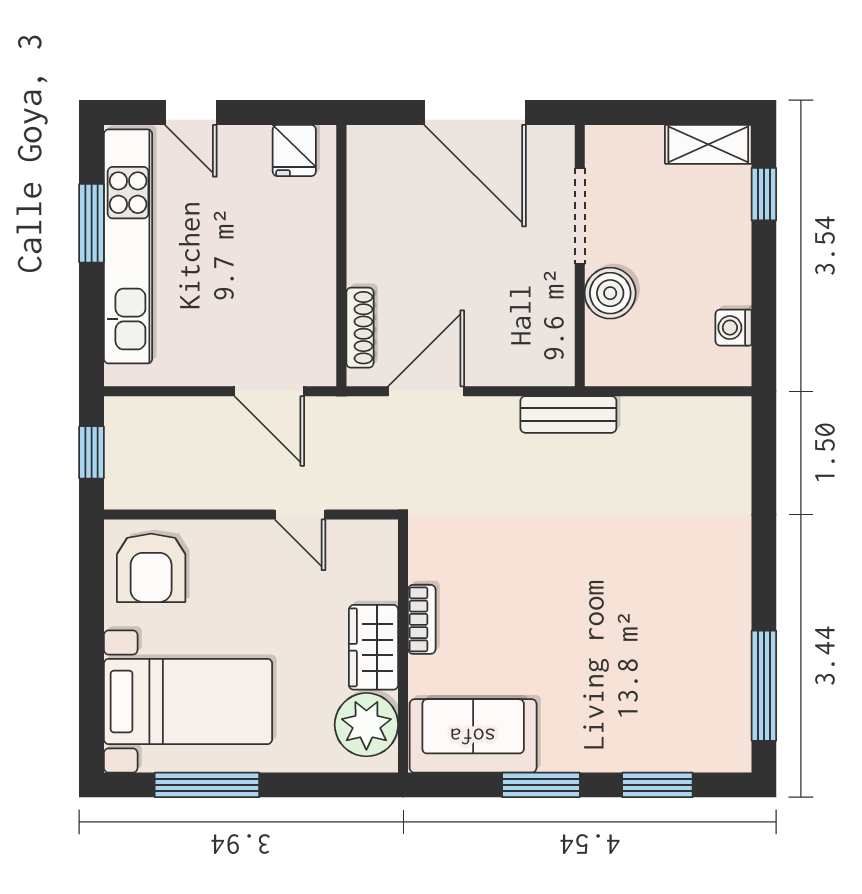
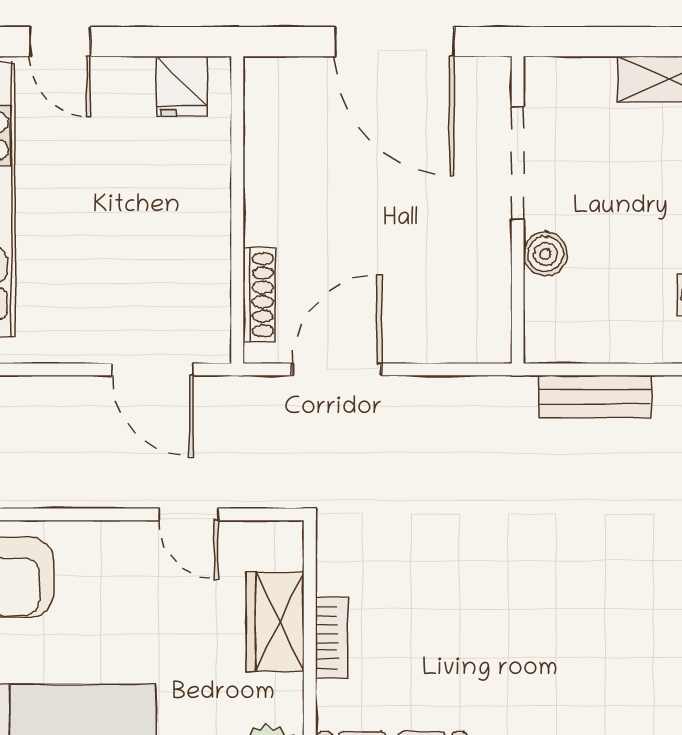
boiler: (610, 293) -> (545, 254), width x0.73, depth x0.73
bench: (568, 414) -> (595, 397), moved
wardrobe: (374, 647) -> (275, 622), moved

